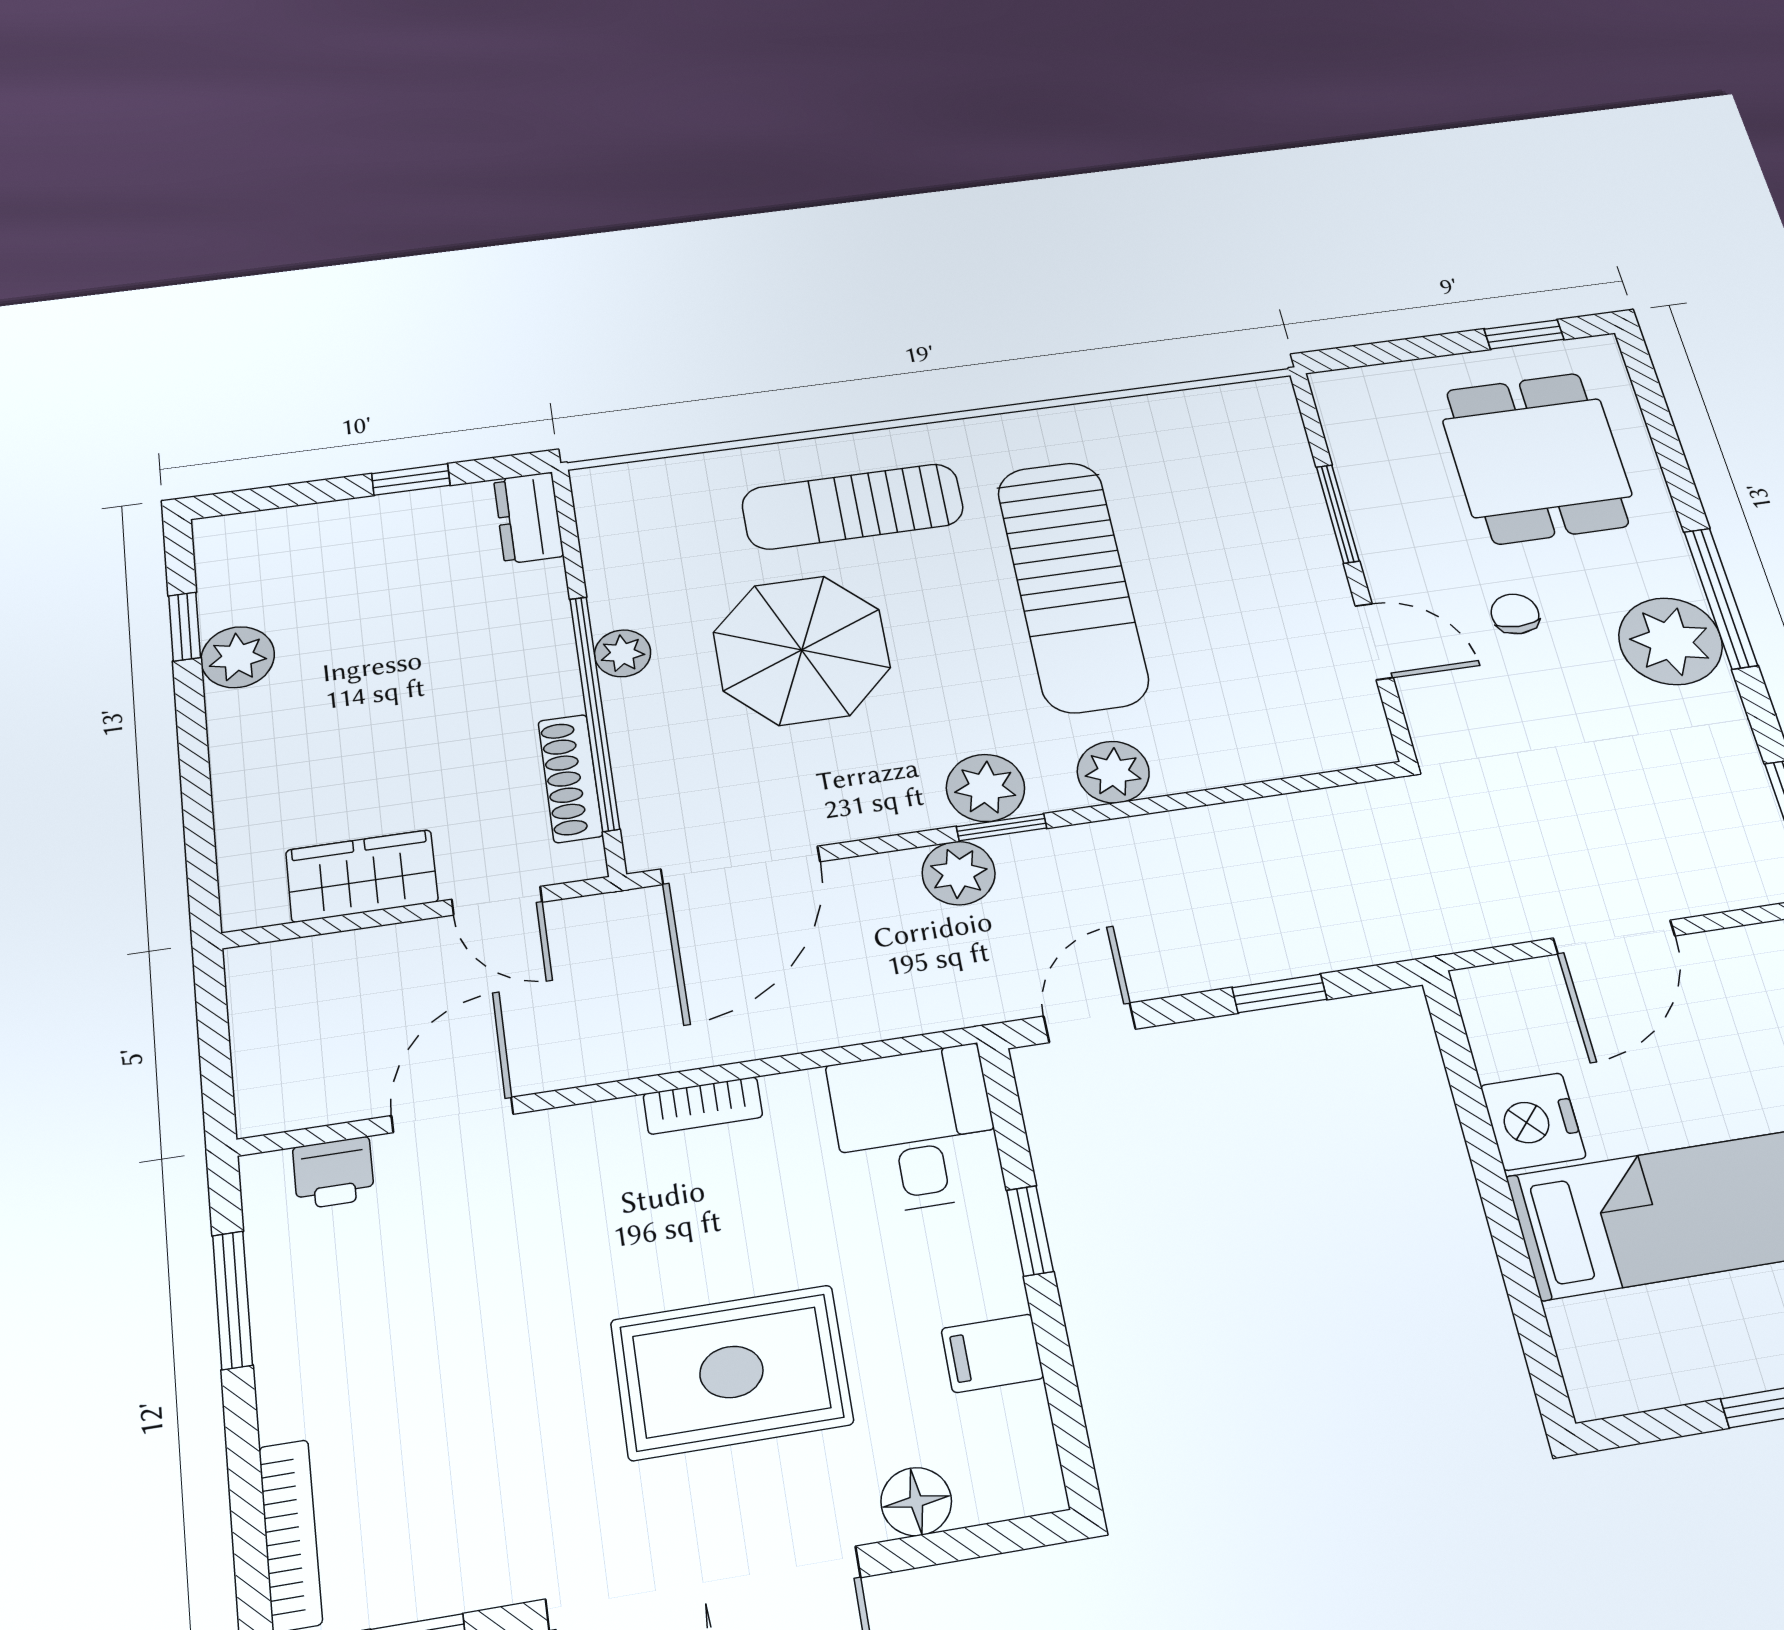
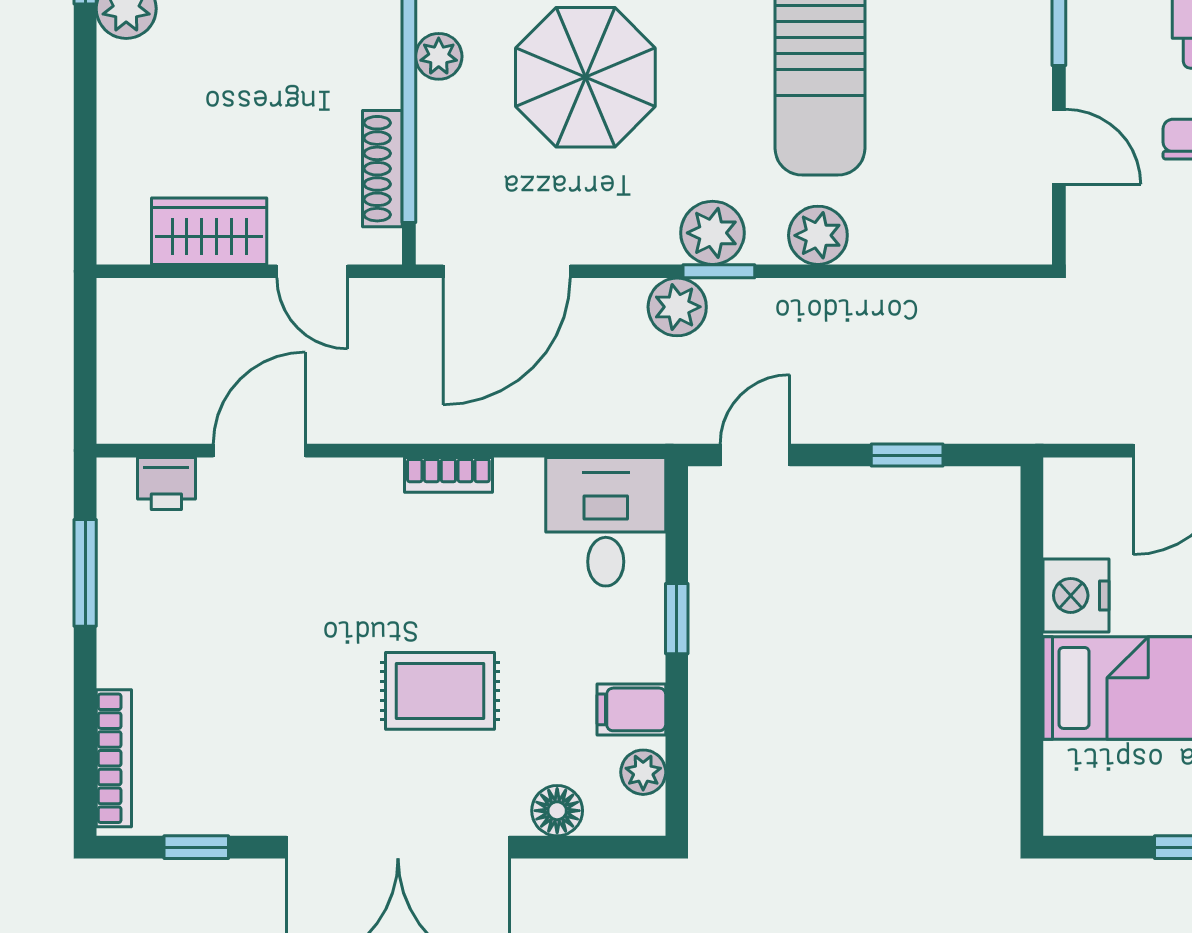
rug: (731, 1372) -> (440, 691), width x0.73, depth x0.70
plant: (1024, 1431) -> (643, 772), added

